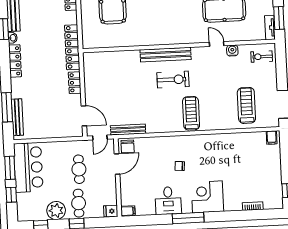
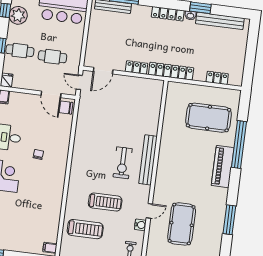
treadmill: (191, 113) -> (105, 202), moved
bench: (128, 130) -> (82, 111), removed
plant: (56, 211) -> (18, 15), moved

